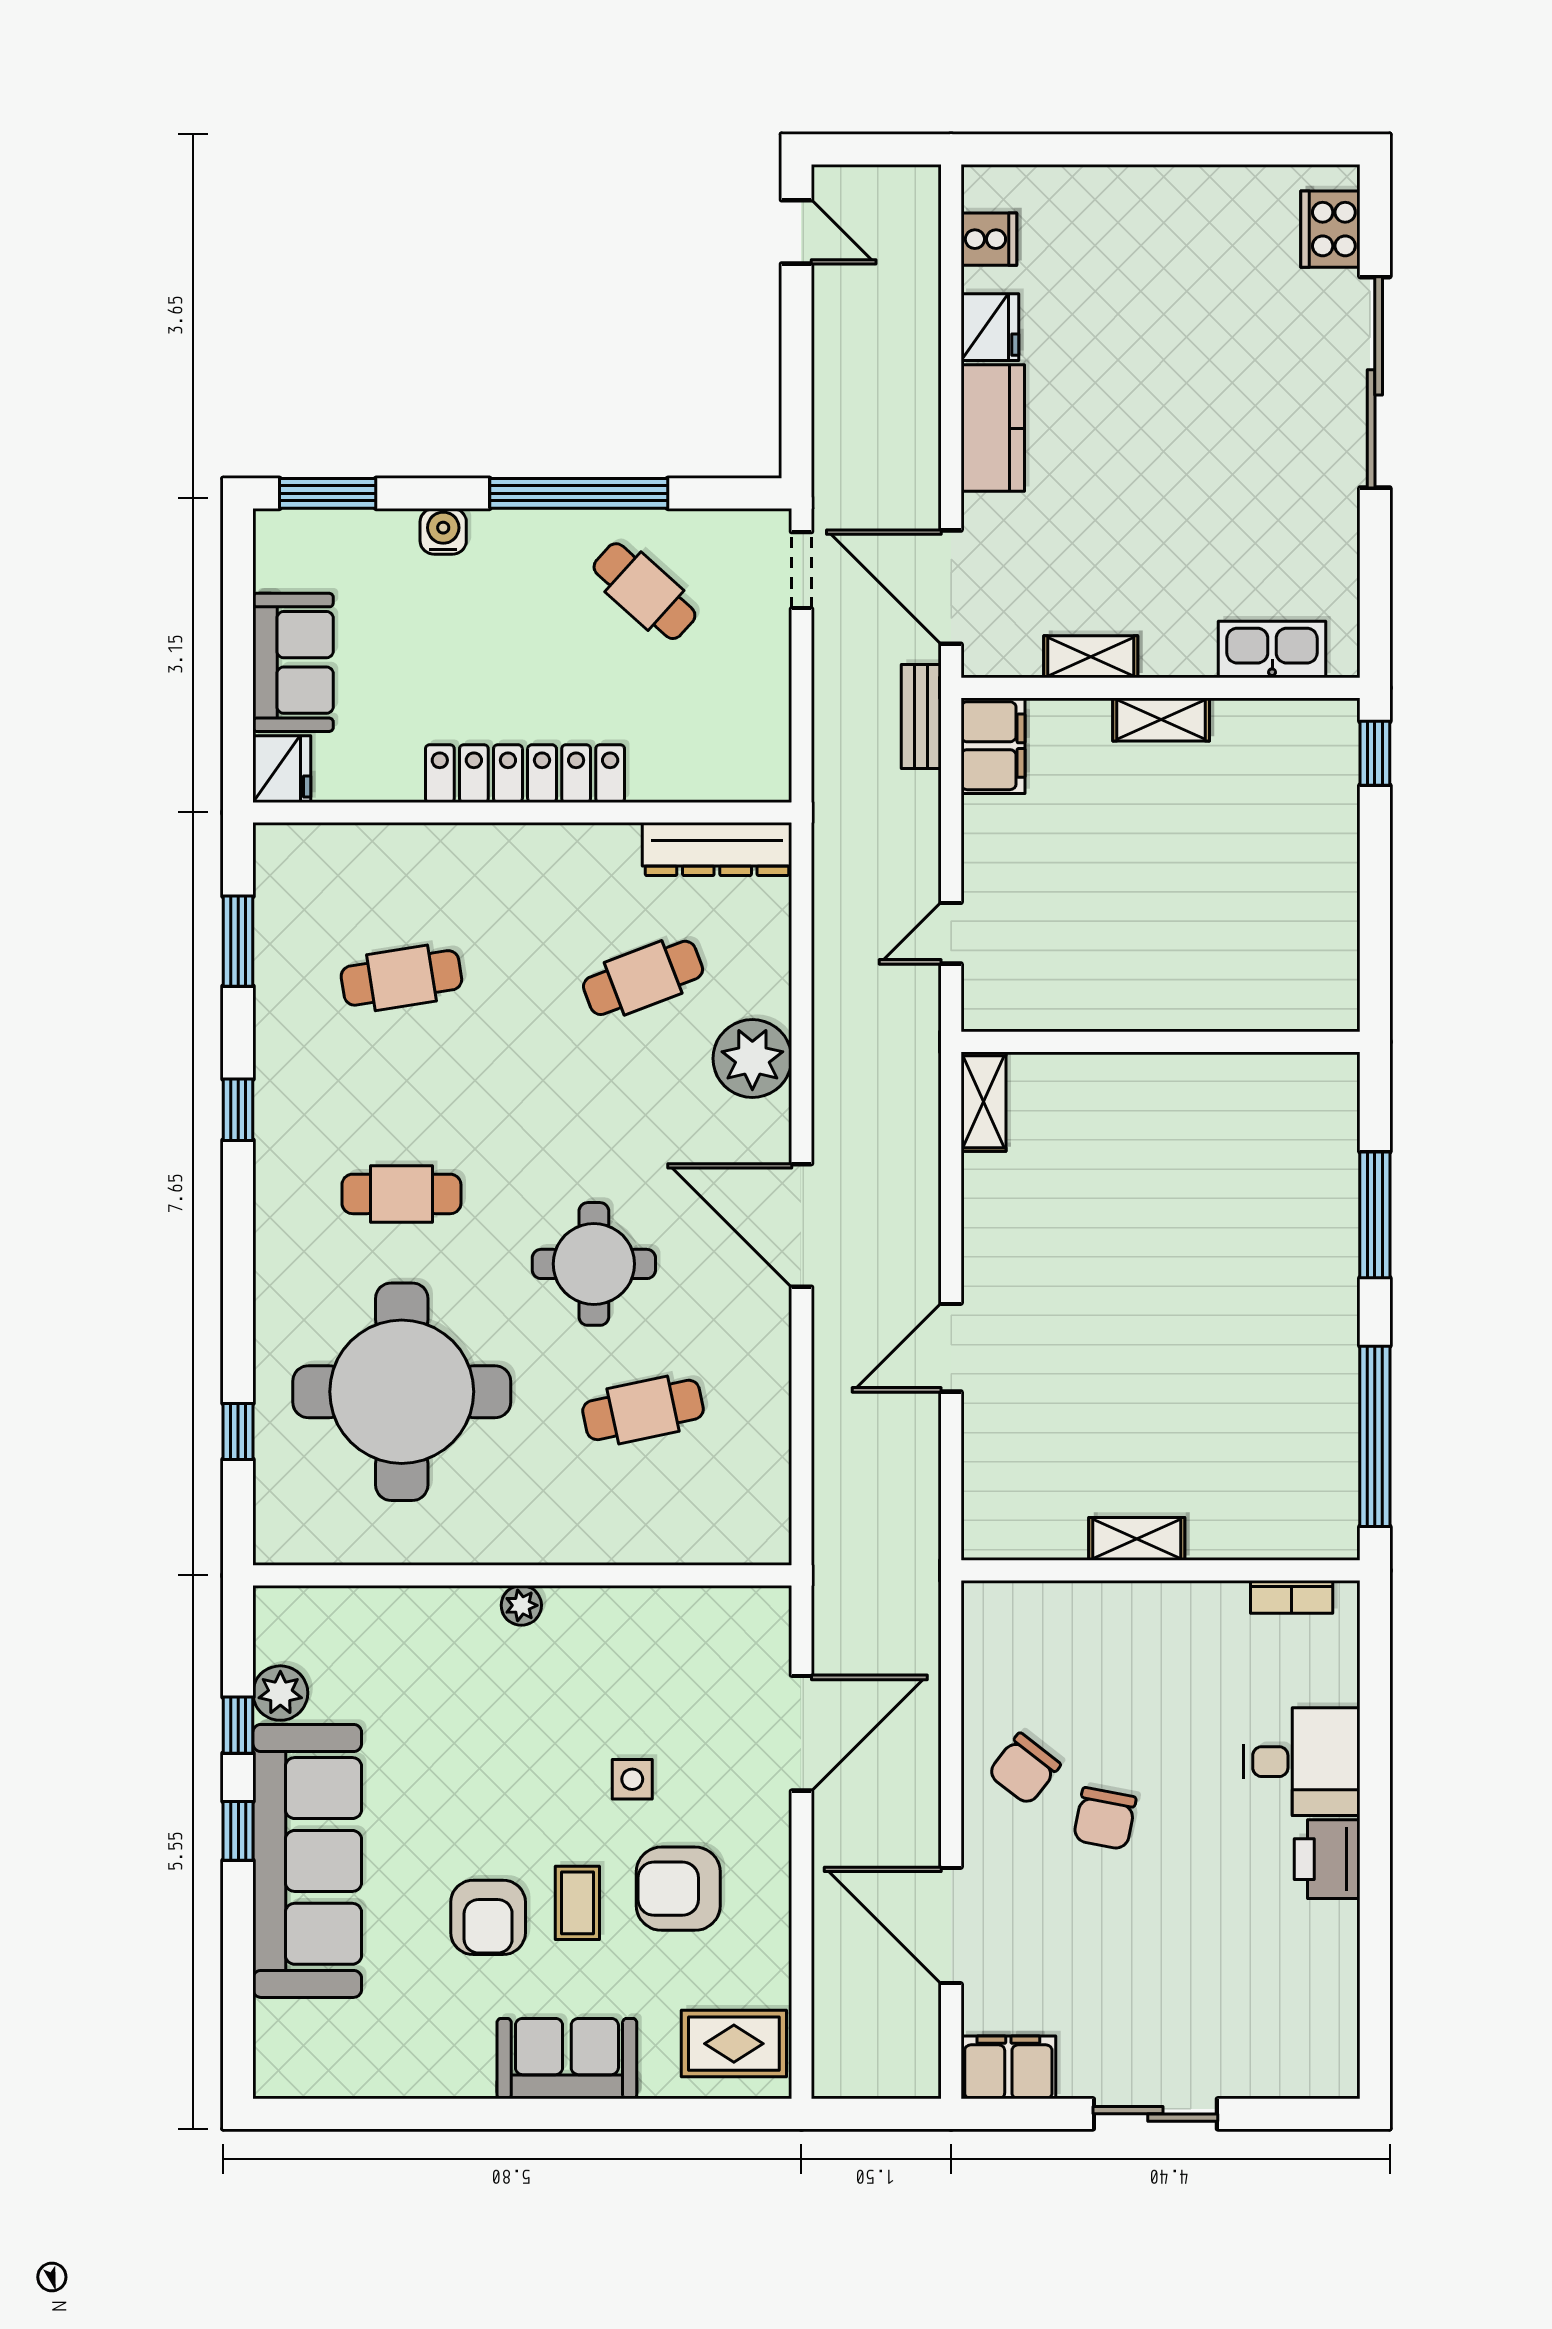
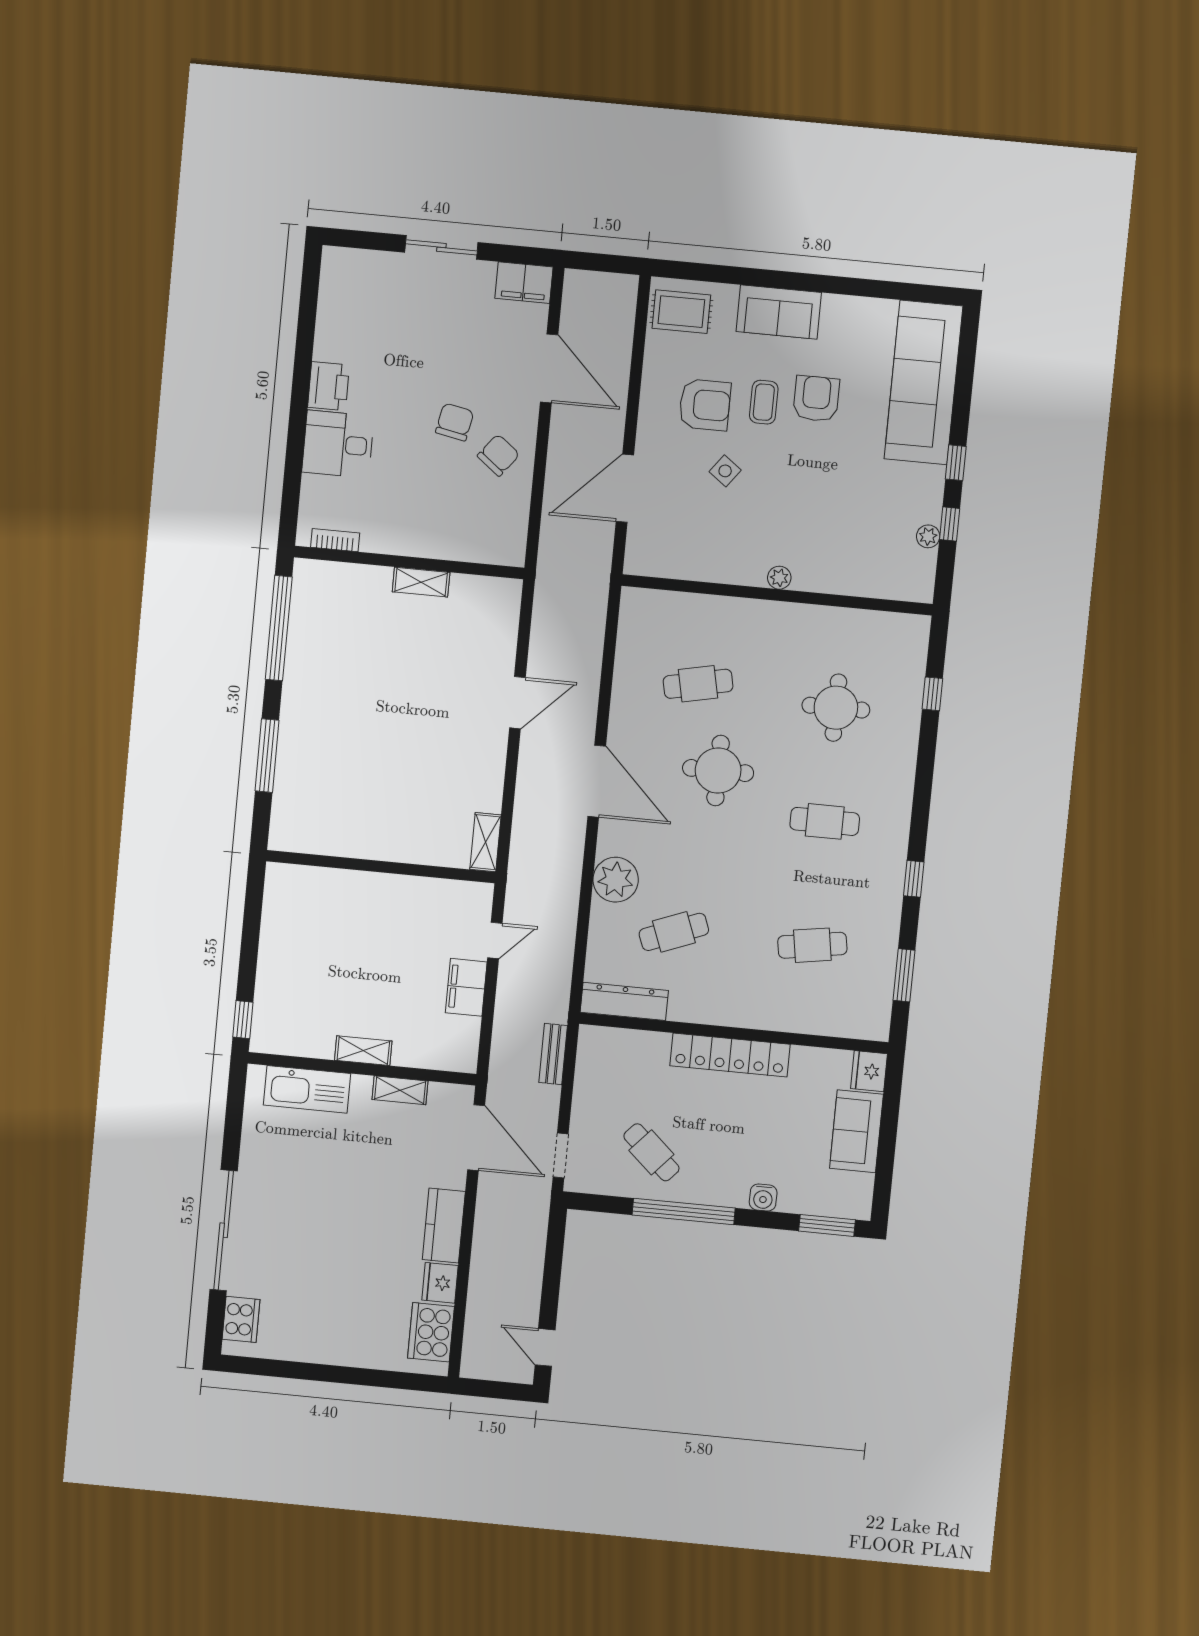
cooker: (989, 239) -> (431, 1332), width x1.87, depth x1.31
kitchen sink: (1272, 650) -> (307, 1089), width x1.36, depth x1.24
bench: (921, 716) -> (553, 1054), moved
filing cabinet: (993, 746) -> (466, 987), moved
round table: (402, 1392) -> (836, 708), width x0.54, depth x0.54
plant: (280, 1693) -> (928, 536), width x0.73, depth x0.73
side table: (632, 1779) -> (725, 471), turned 37
sofa: (307, 1861) -> (924, 382), moved

